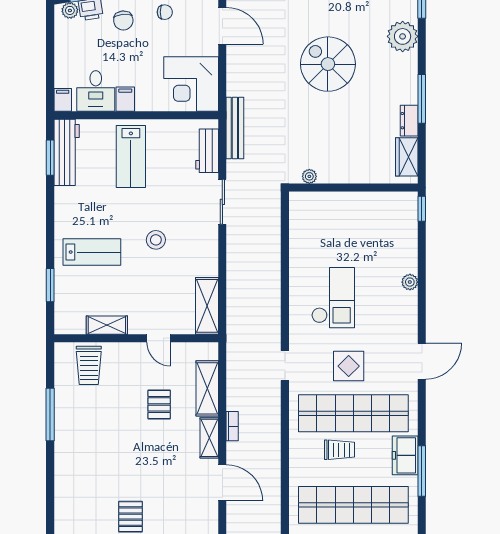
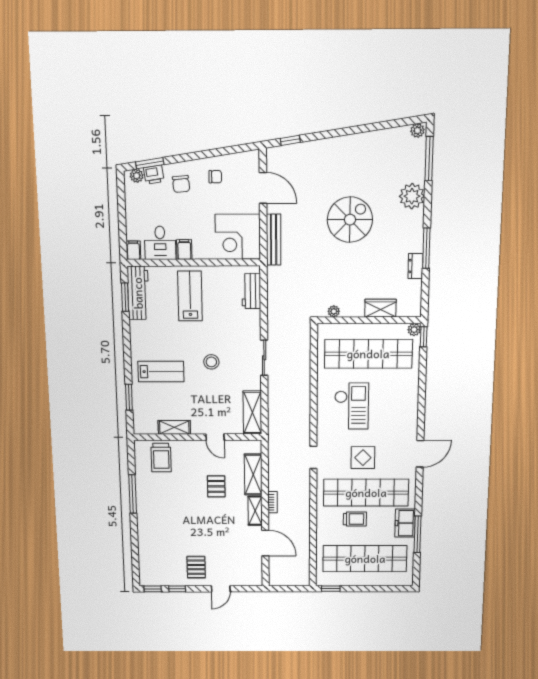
spiral stairs: (328, 64) -> (350, 220), turned 90
bench: (235, 128) -> (274, 240), moved
lab bench: (131, 156) -> (190, 296), turned 180
wardrobe: (407, 157) -> (380, 308), moved, turned 90
sliding door: (222, 202) -> (264, 358), moved
shop shelf: (353, 230) -> (368, 354), added
plant: (410, 282) -> (414, 330), moved

